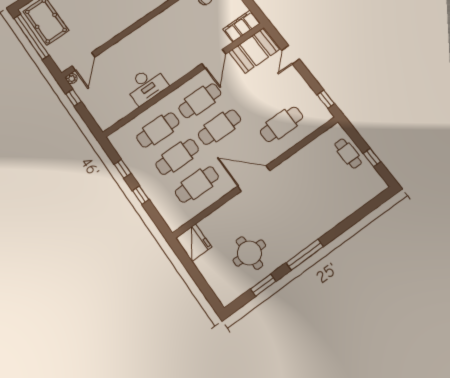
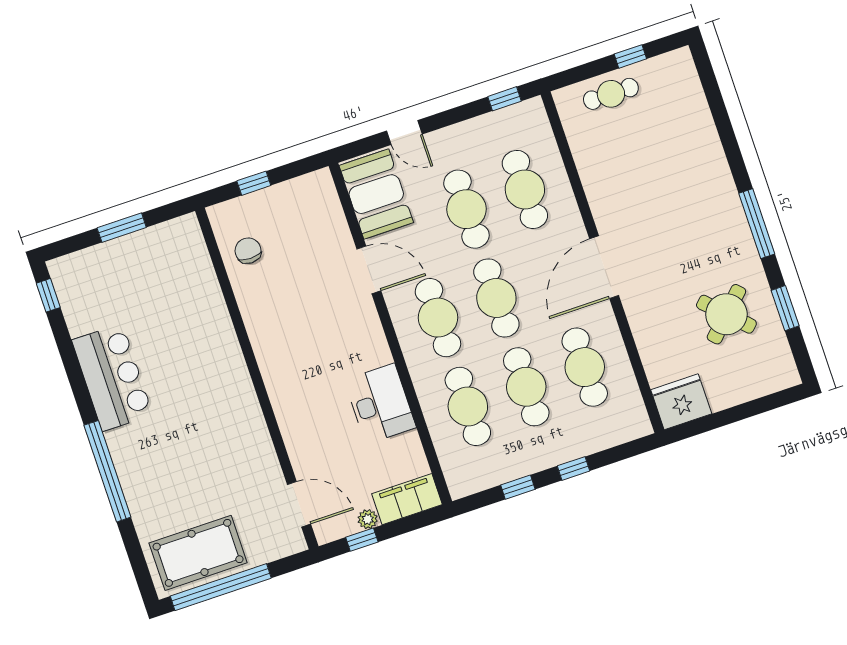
filing cabinet: (242, 26) -> (407, 499), moved, turned 90
plant: (72, 79) -> (368, 519), moved
cafe table: (261, 98) -> (466, 209), added
round table: (249, 253) -> (726, 314), turned 45

